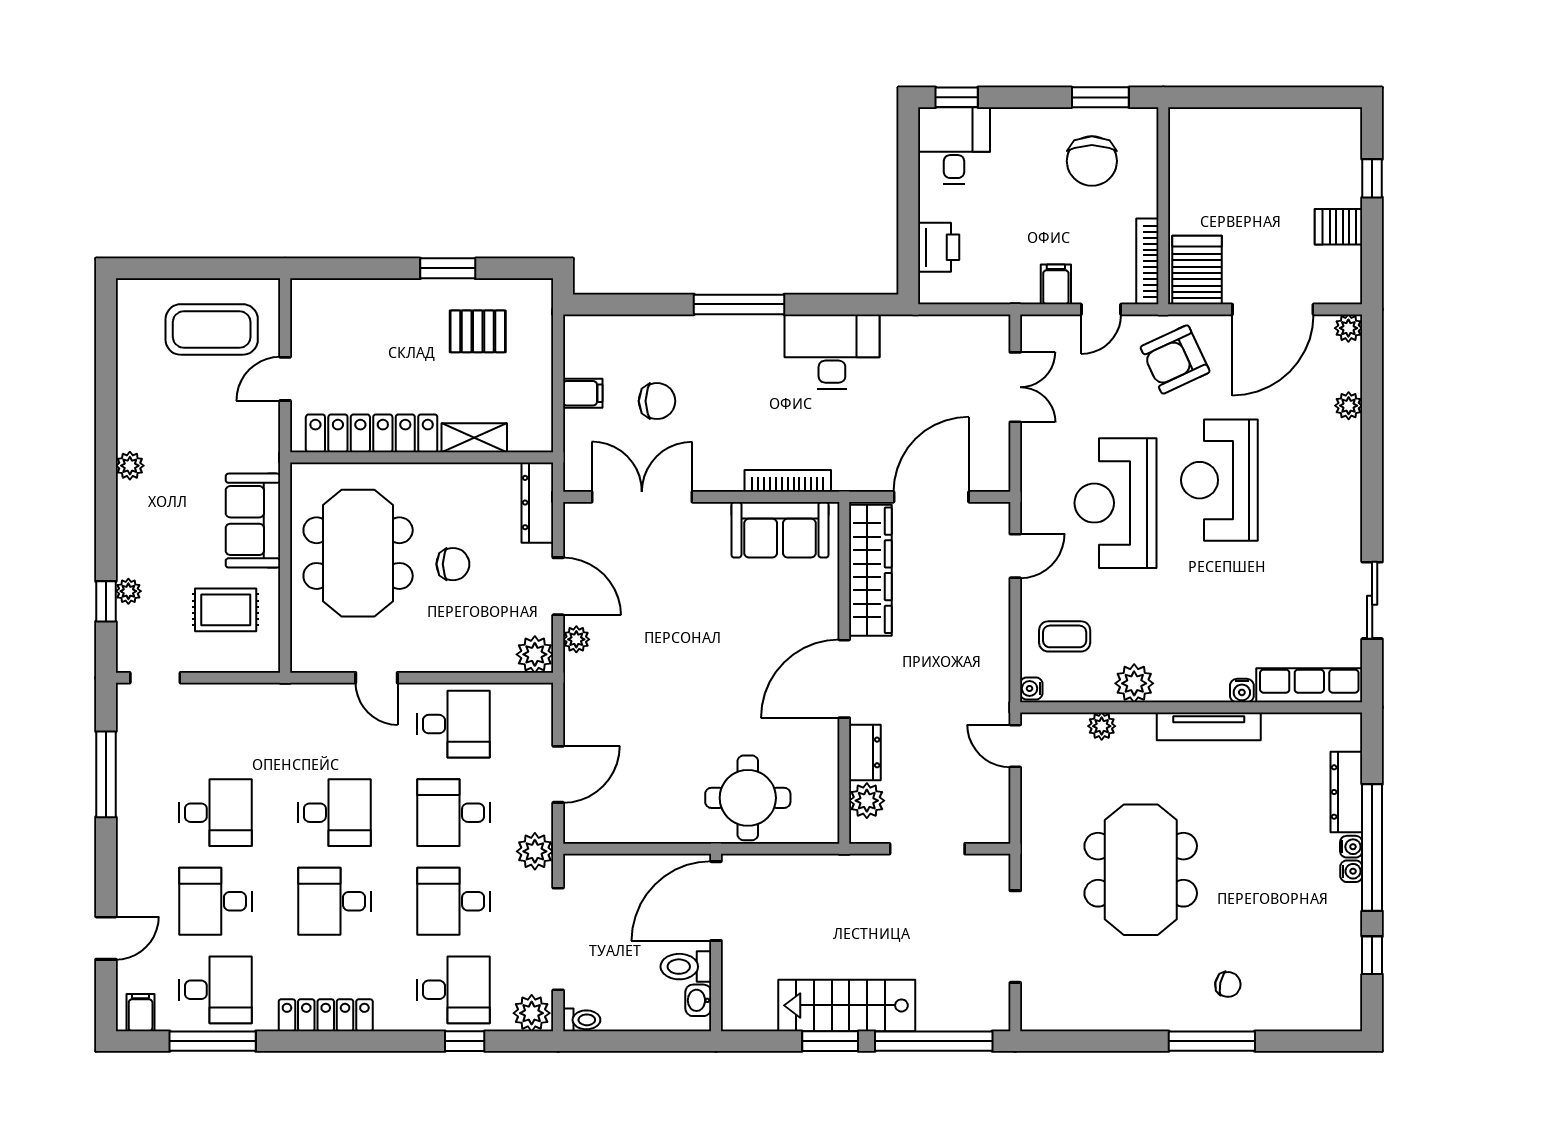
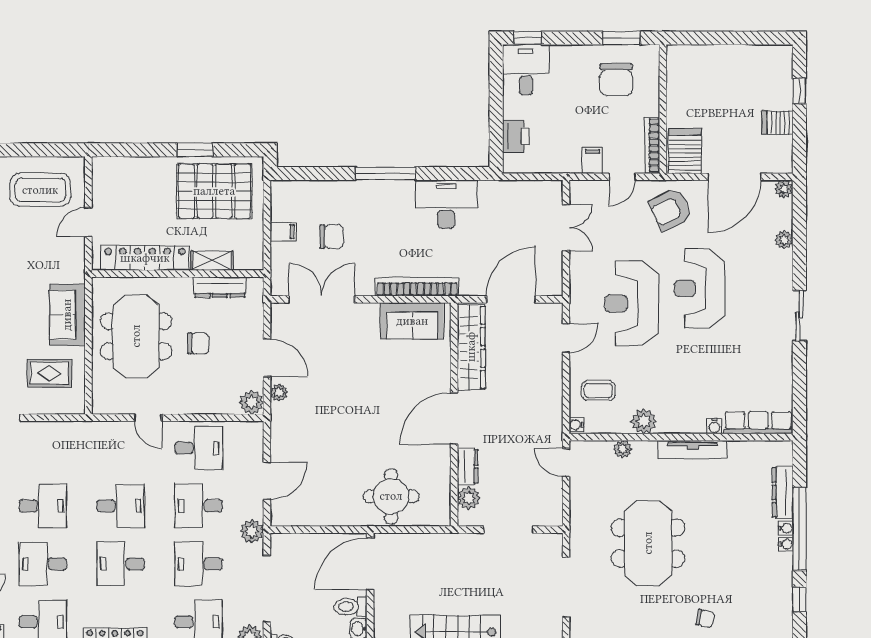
pallet: (478, 331) -> (214, 191), width x2.05, depth x2.00
bookcase: (788, 481) -> (417, 287), width x1.48, depth x1.31
dresser: (537, 503) -> (220, 287), moved, turned -90
sliding door: (1372, 600) -> (799, 316), moved

